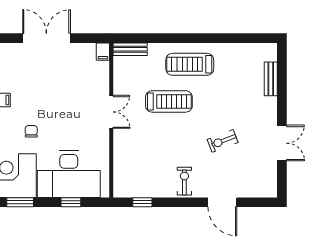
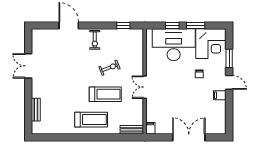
double door: (46, 38) -> (189, 137), swing flipped
treadmill: (169, 101) -> (105, 94), turned 180
exercise bike: (223, 141) -> (110, 68), moved
window: (20, 202) -> (196, 26), moved

